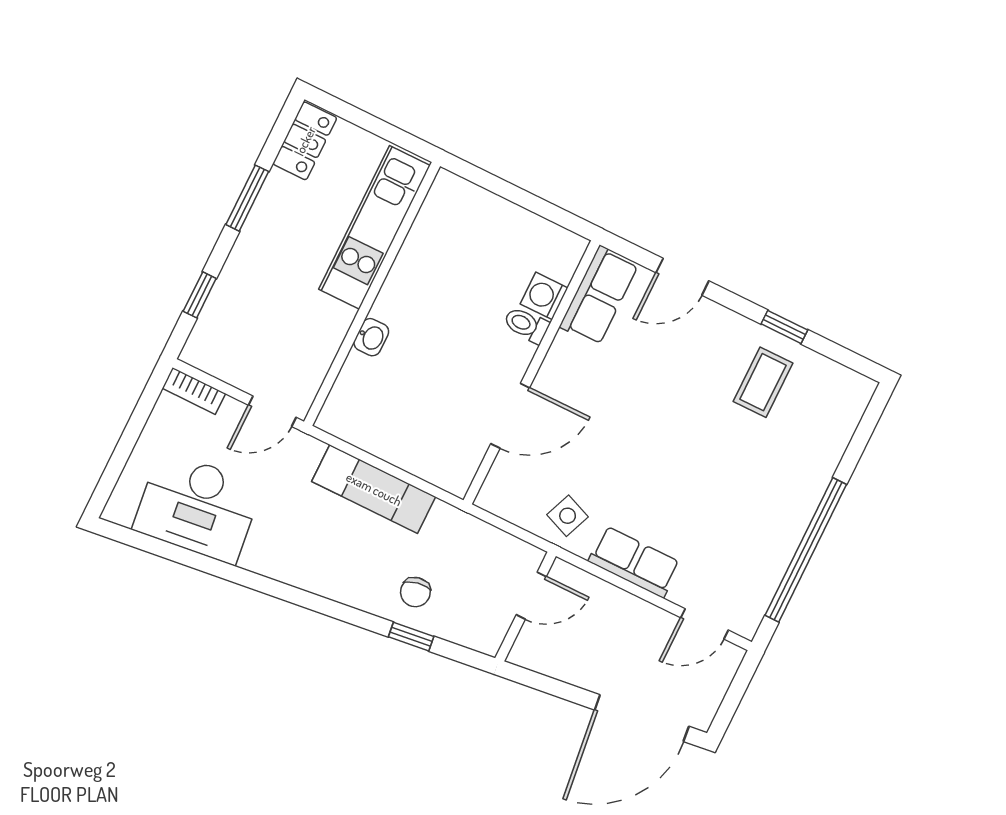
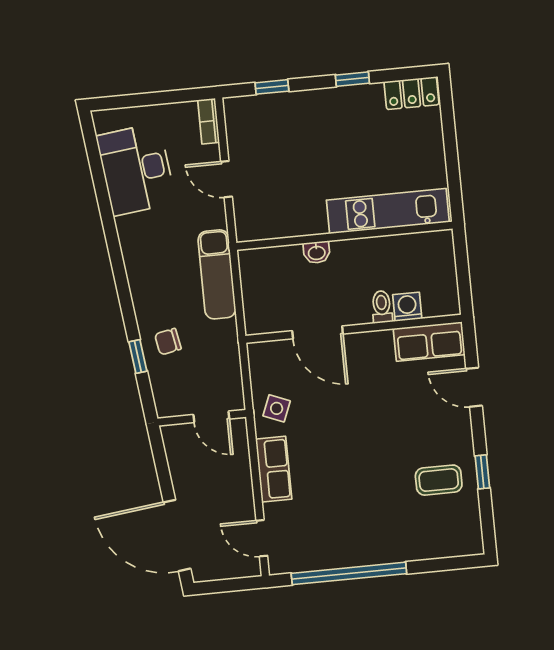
window: (247, 198) -> (352, 79), width x0.67
kitchen unit: (375, 227) -> (388, 211), moved
wall: (372, 294) -> (344, 236), moved
washbasin: (371, 337) -> (317, 252), moved

